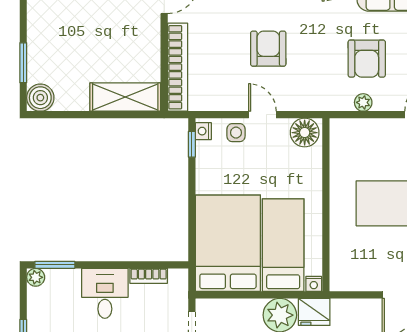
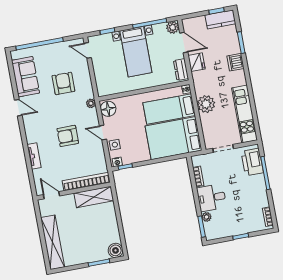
armchair: (367, 59) -> (63, 83), turned -90
shelving: (125, 97) -> (94, 197), moved, turned 90
plant: (363, 102) -> (91, 103), moved
door: (262, 115) -> (103, 133), hinge flipped
plant: (36, 277) -> (207, 217), moved
dresser: (352, 281) -> (181, 70), added
fridge: (314, 312) -> (197, 62), moved

